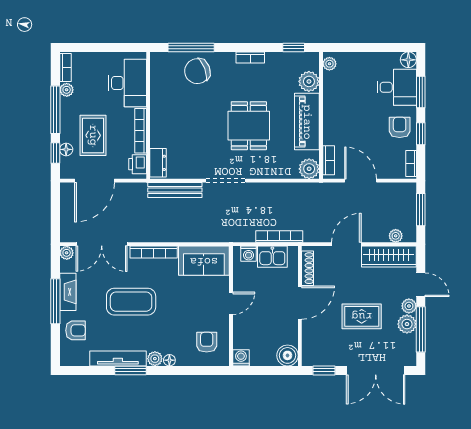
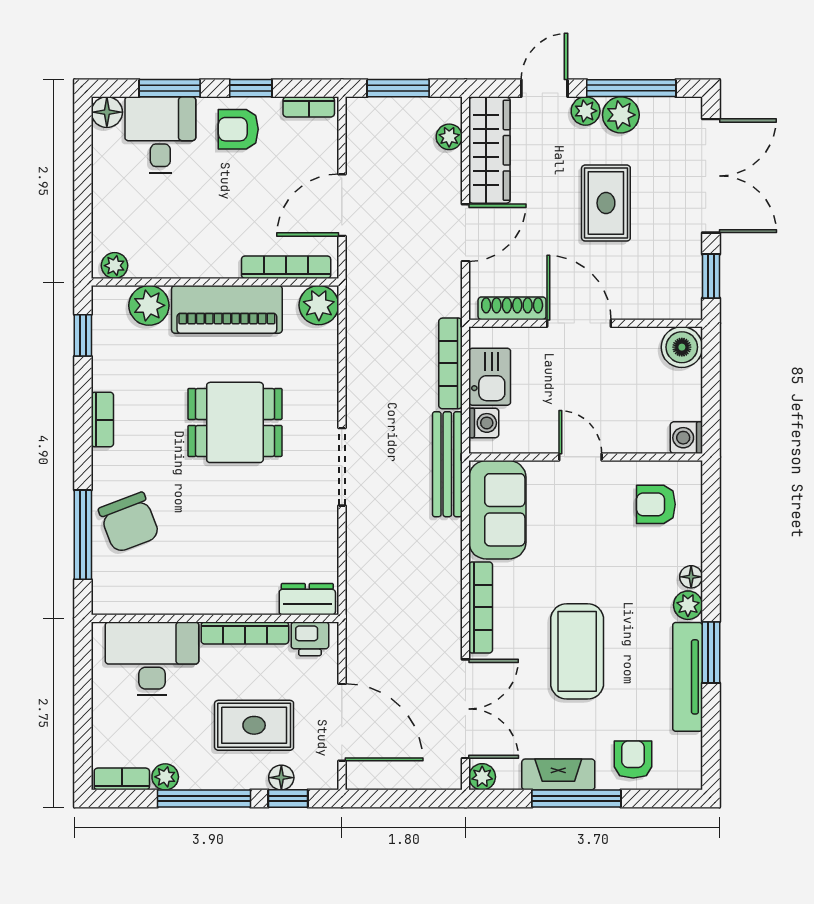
bookcase: (329, 160) -> (286, 267), width x1.56
bench: (175, 190) -> (447, 464), moved
door: (346, 244) -> (466, 233), swing flipped

